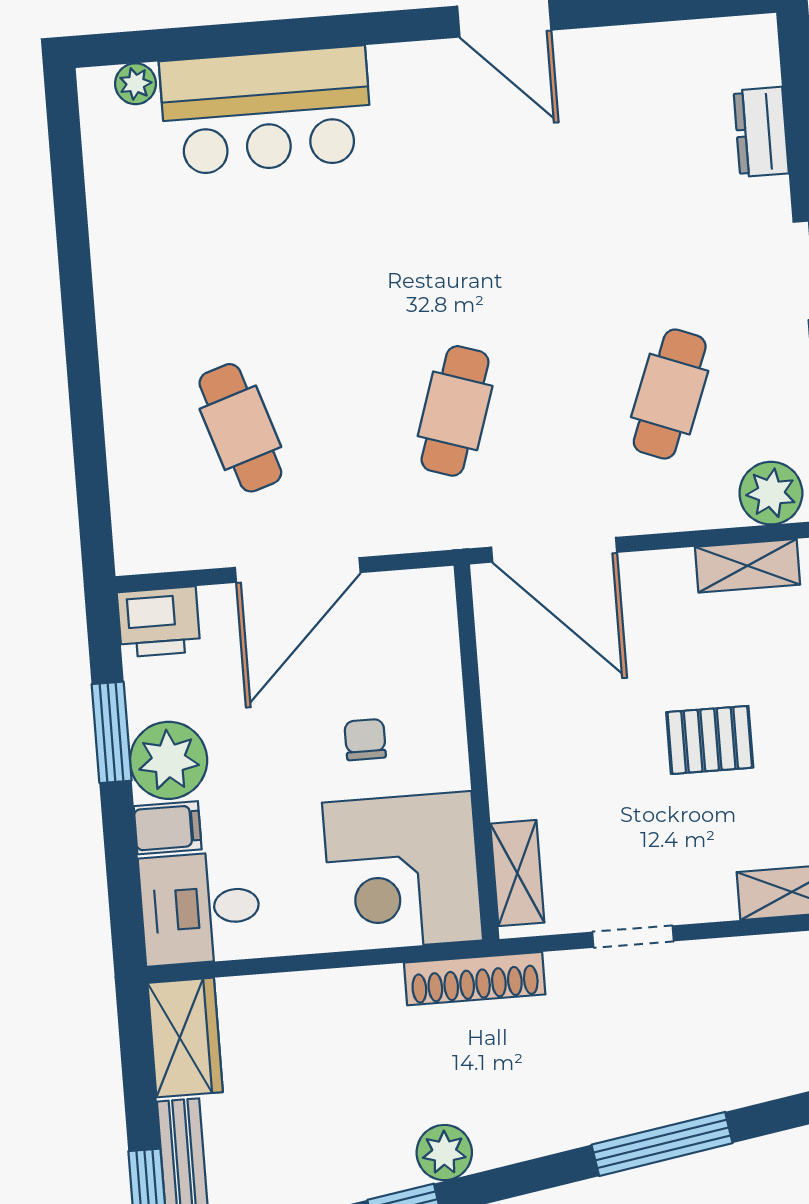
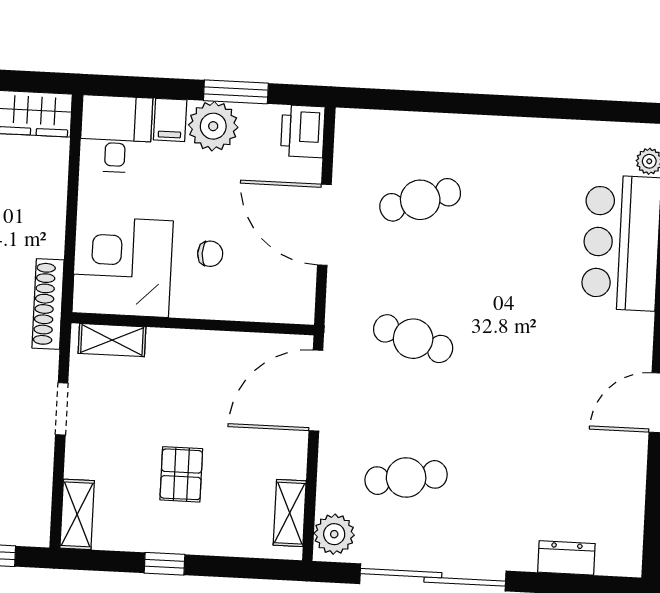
cafe table: (670, 394) -> (406, 478), turned -30

